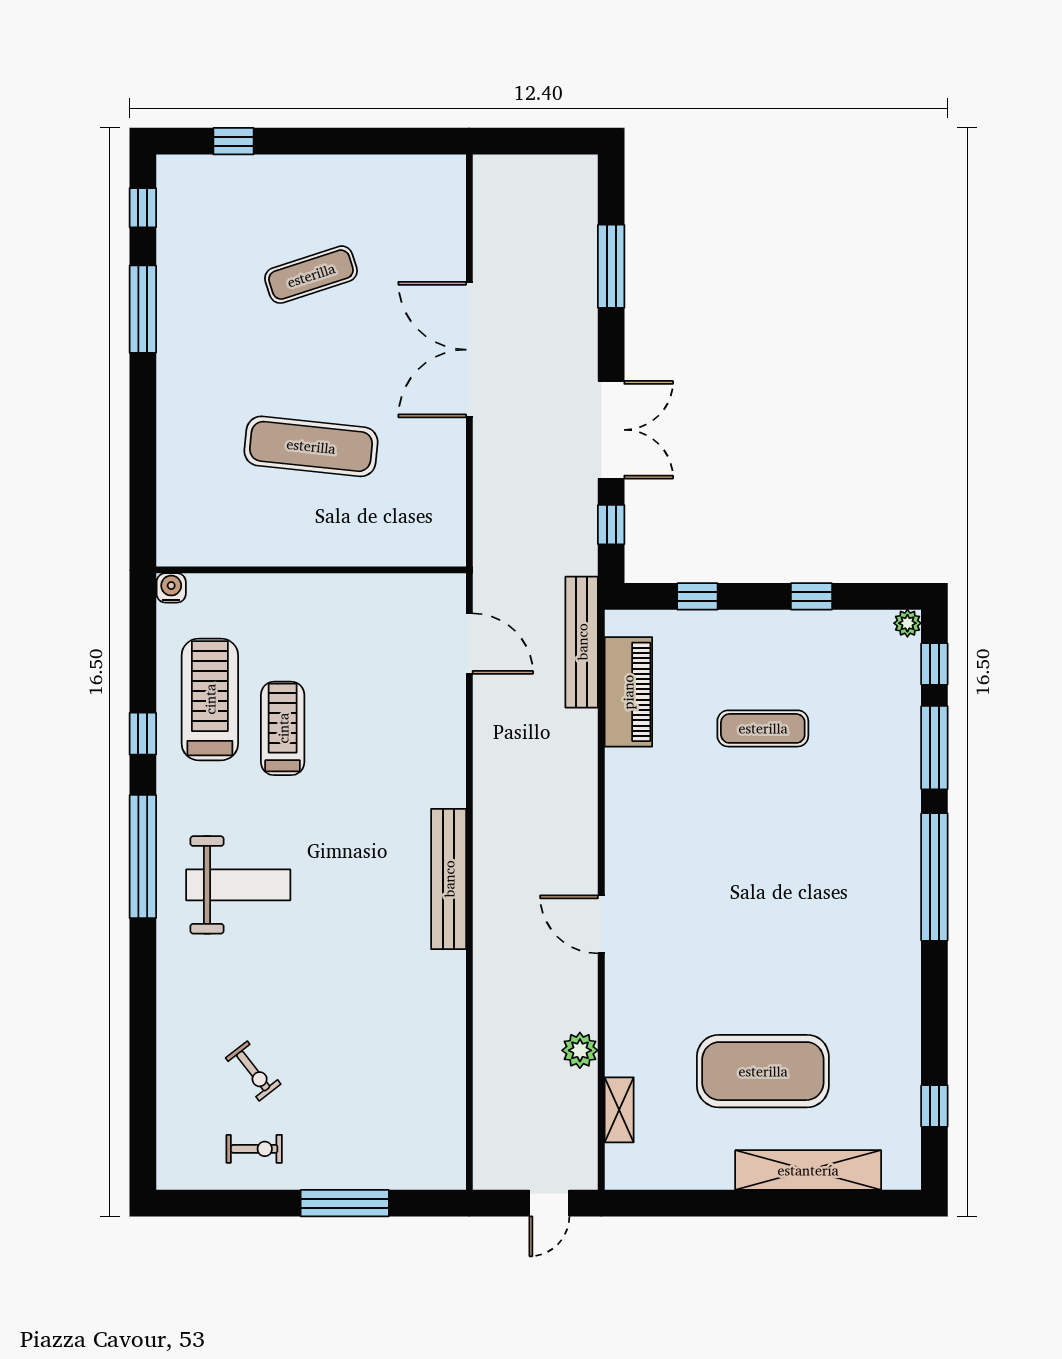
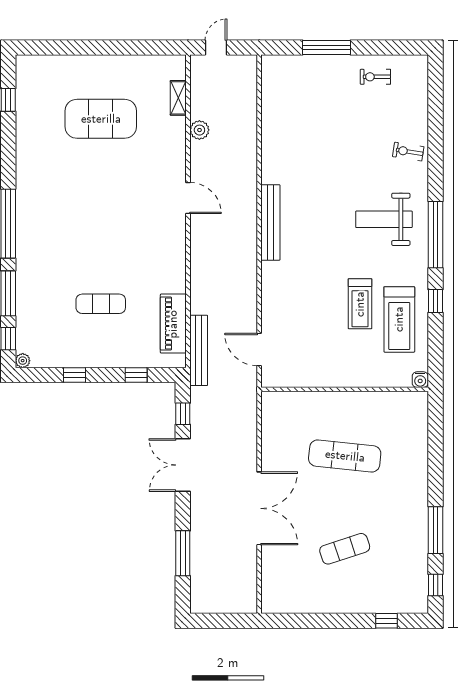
exercise bike: (253, 1071) -> (408, 152), moved, turned -43
shelving: (808, 1170) -> (76, 65), removed

